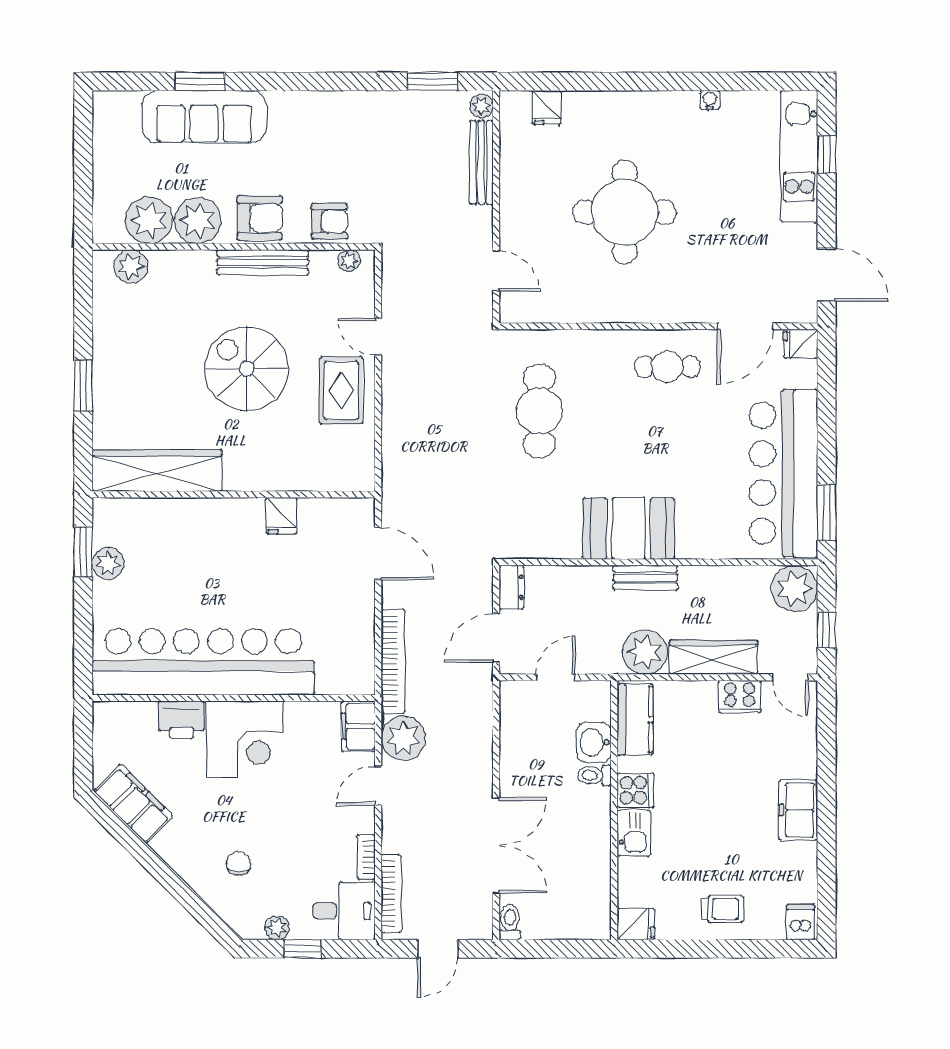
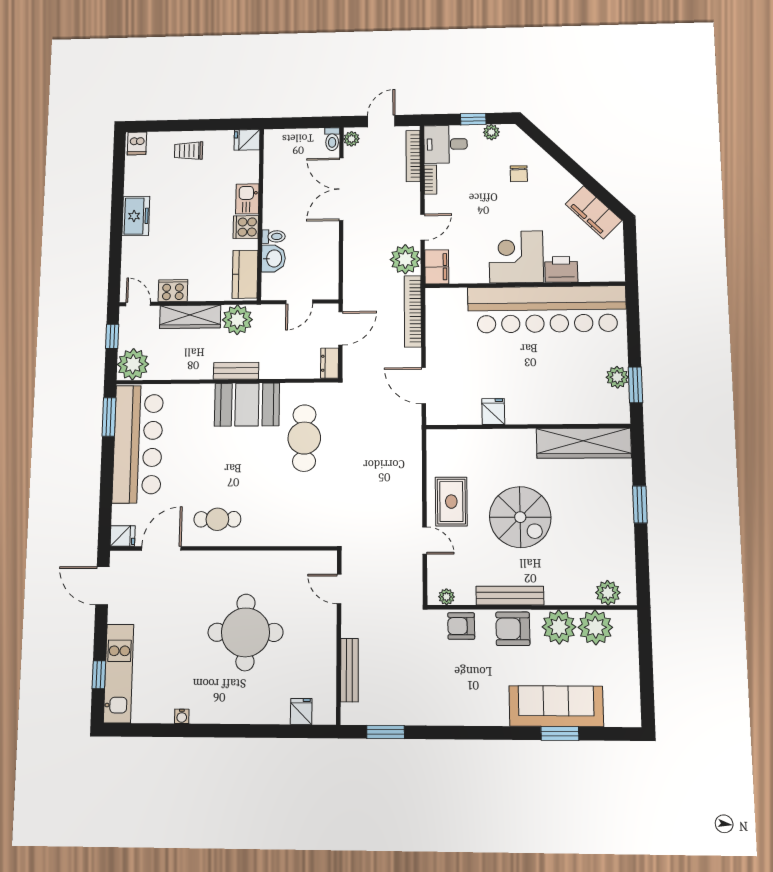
plant: (482, 106) -> (351, 139), moved
cafe table: (539, 411) -> (304, 438), moved

